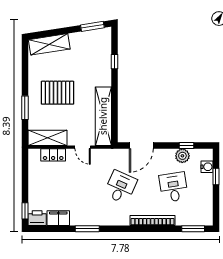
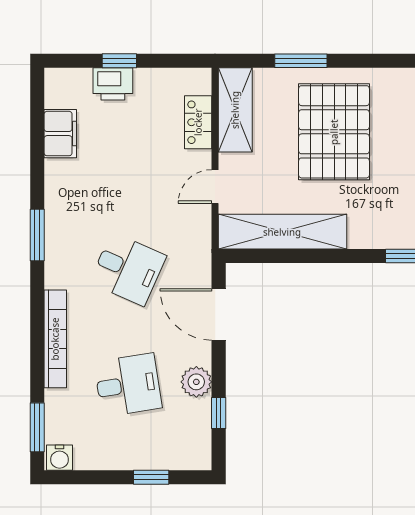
pallet: (58, 93) -> (334, 132), width x1.37, depth x1.41
plant: (182, 156) -> (196, 382), moved
water cooler: (207, 167) -> (59, 458), moved
window: (25, 211) -> (119, 61), moved
printer: (37, 218) -> (113, 84), moved, turned 90
window: (87, 229) -> (37, 235), moved

